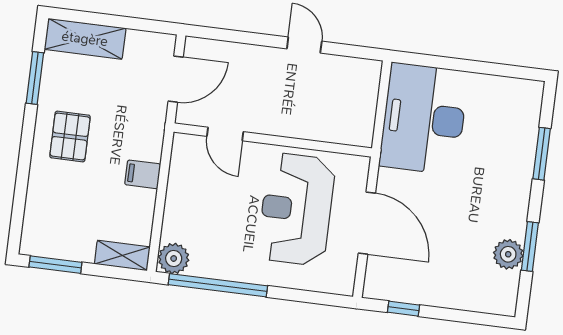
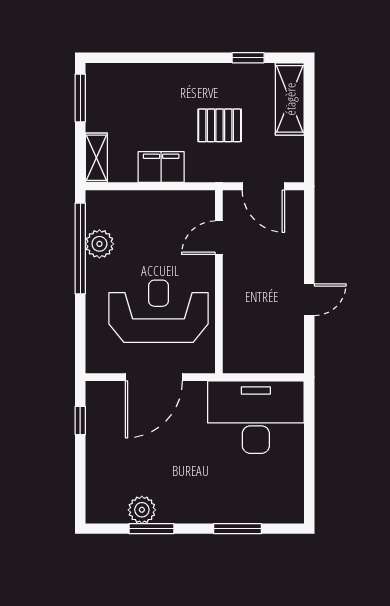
window: (35, 78) -> (248, 58), width x0.67
pallet: (70, 137) -> (220, 125), moved
filing cabinet: (143, 174) -> (161, 167), width x2.00
plant: (174, 258) -> (99, 244), moved

